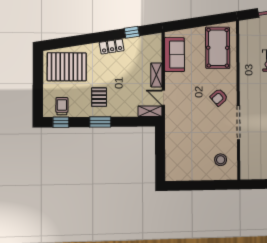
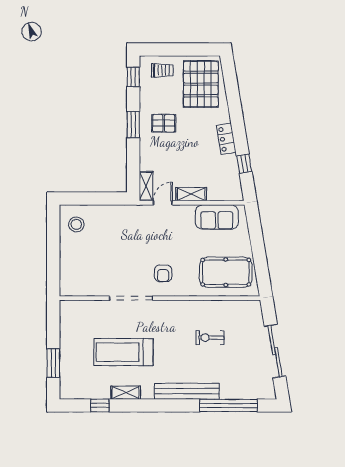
armchair: (219, 97) -> (163, 273), turned -139
trolley: (62, 106) -> (162, 70), moved
stool: (221, 160) -> (76, 224), moved

